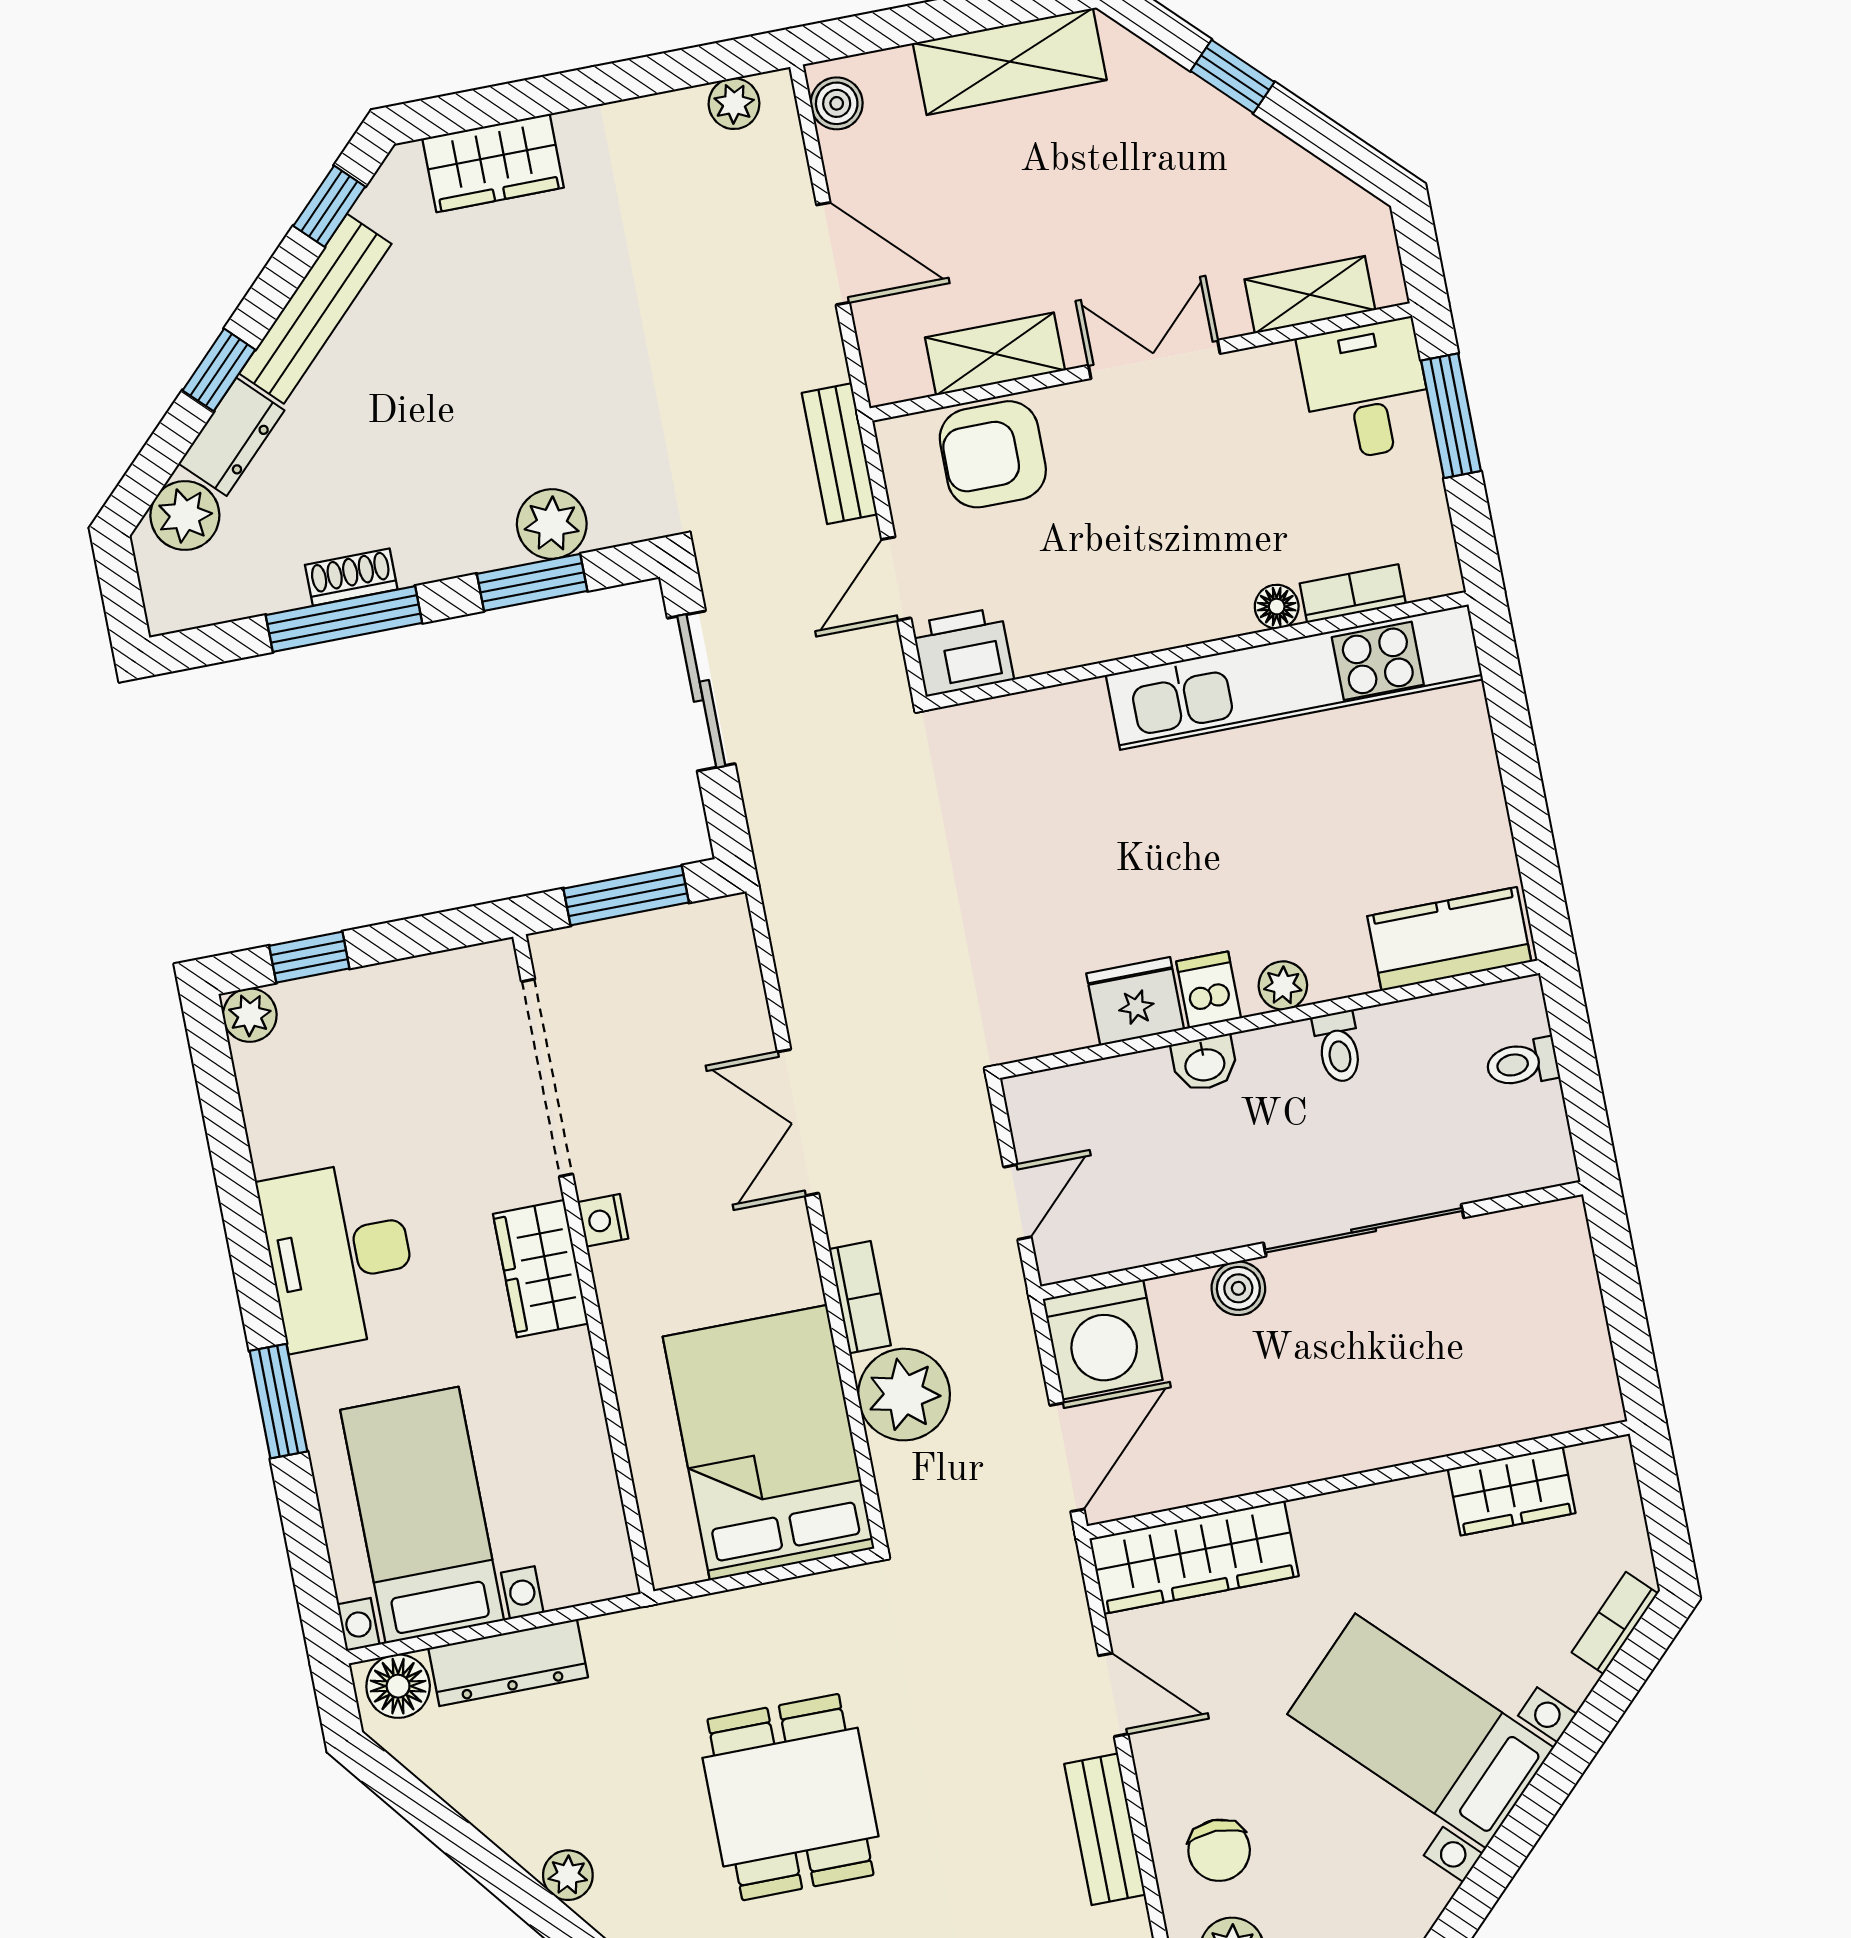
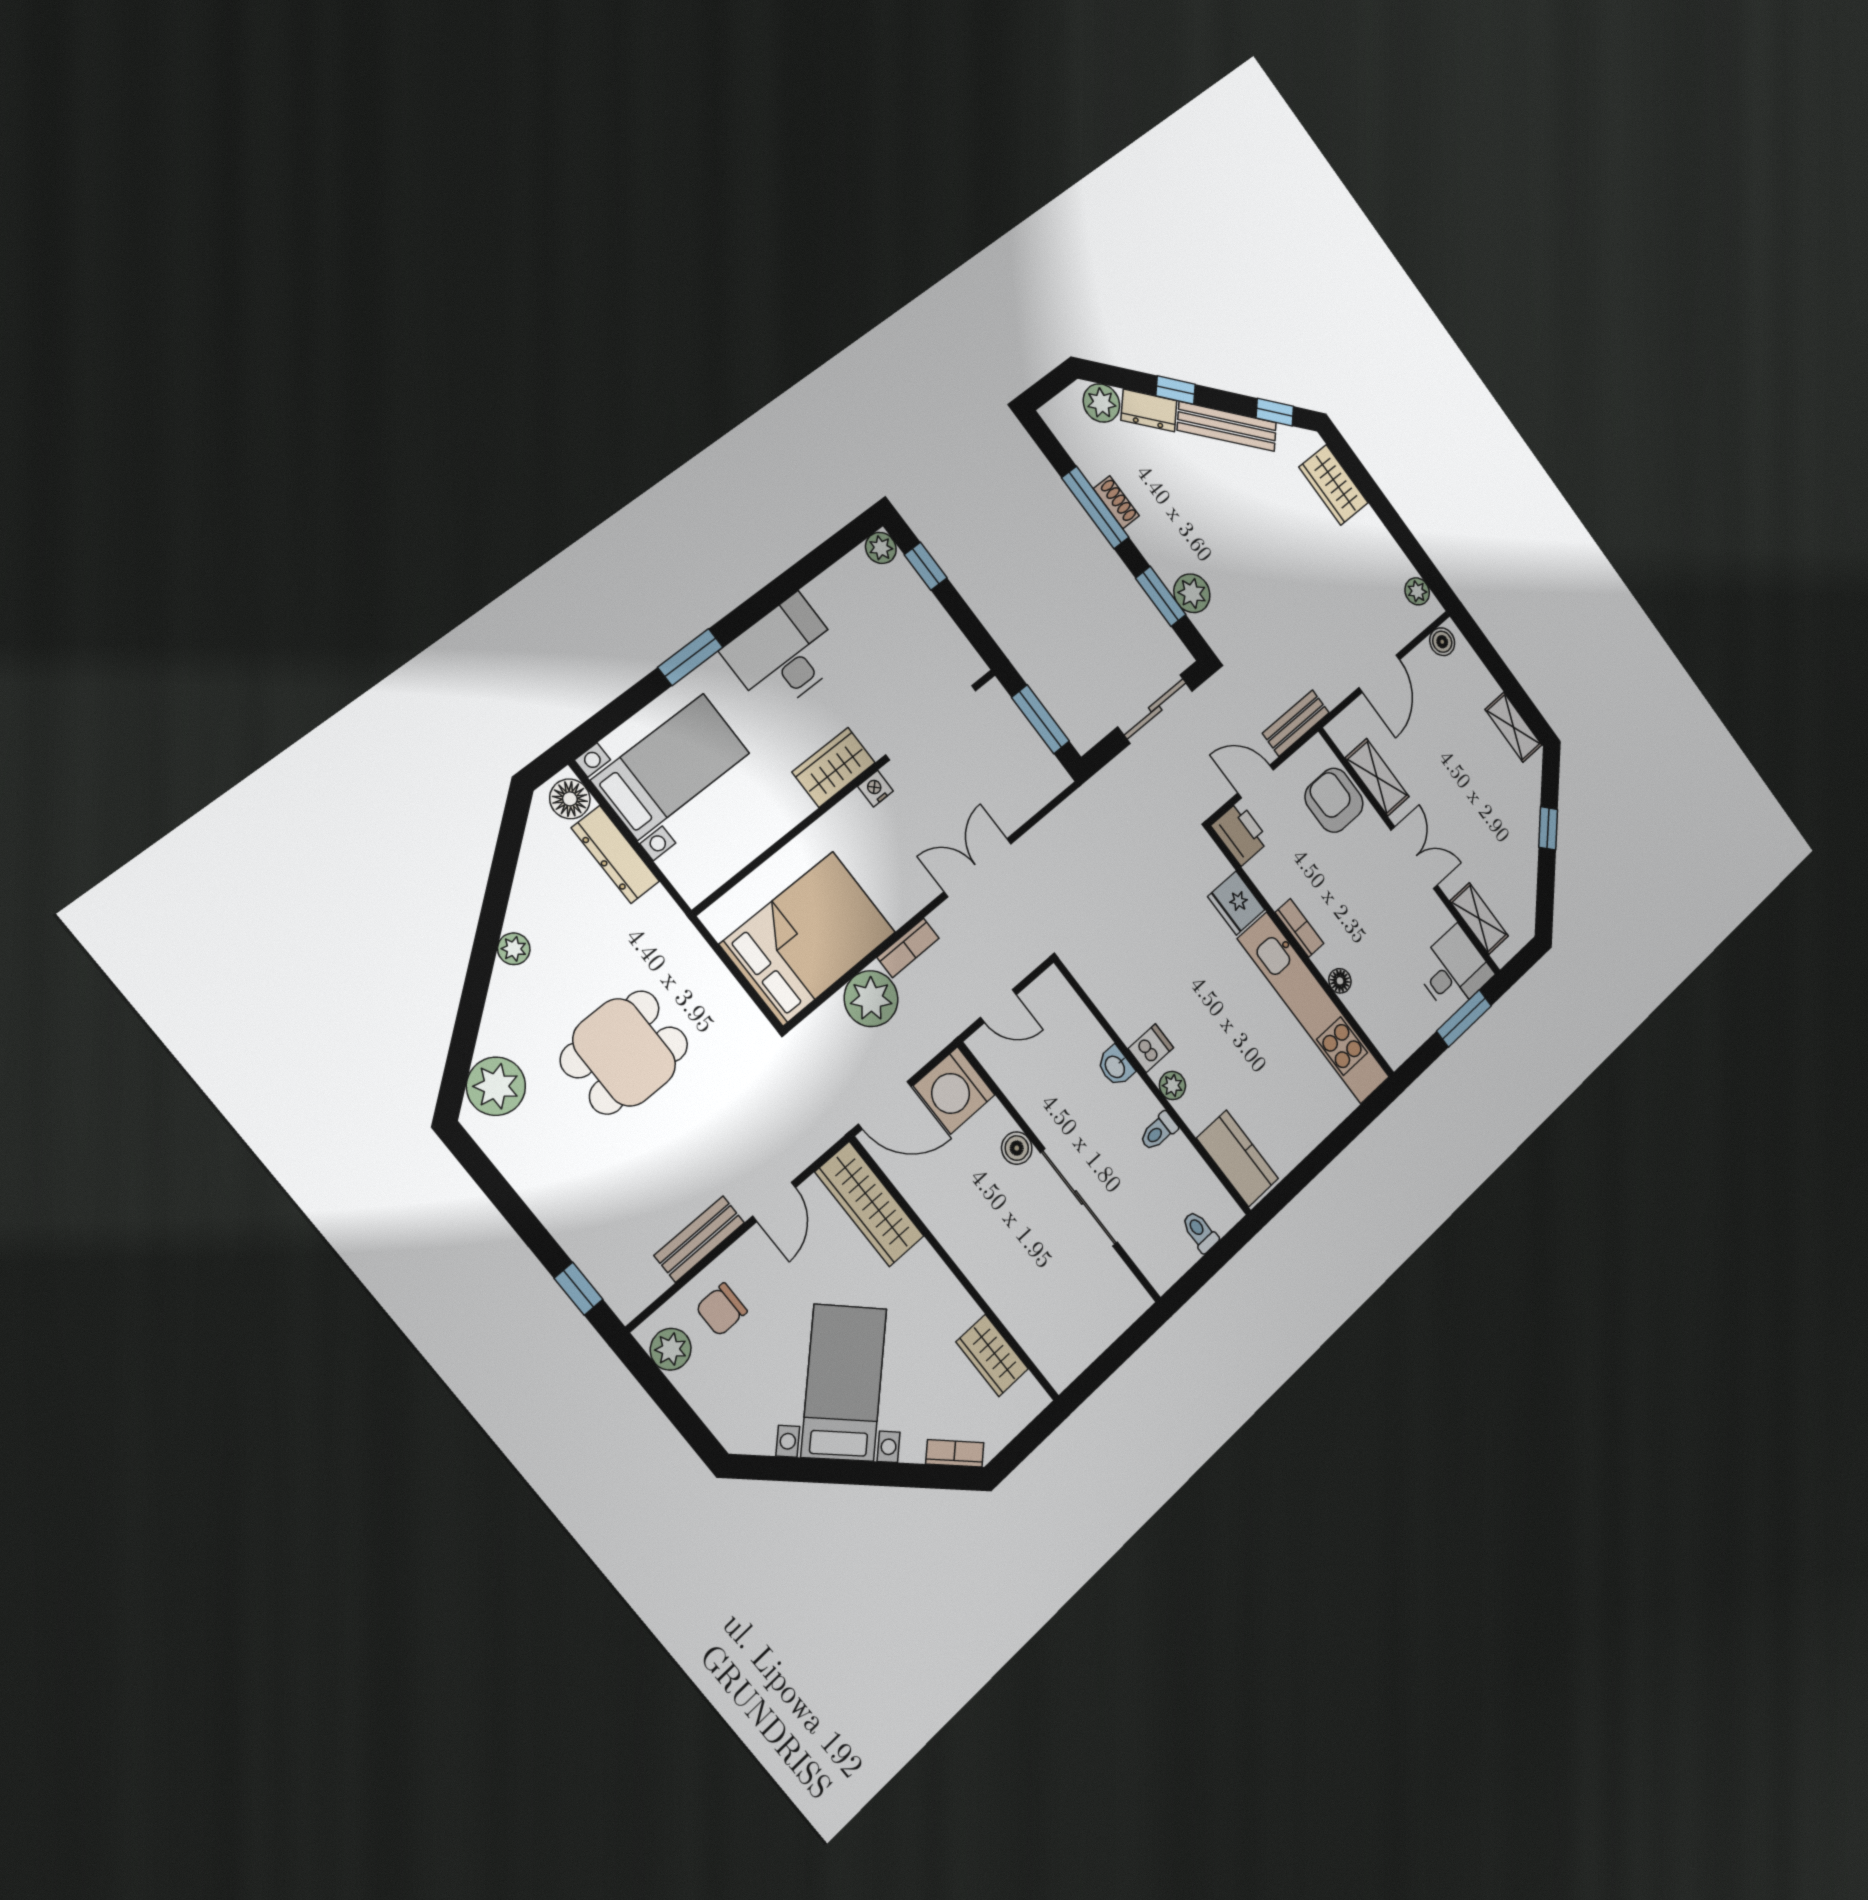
shelving: (1010, 62) -> (1513, 727), width x0.67, depth x0.75
bookcase: (1353, 594) -> (1299, 928), moved
fridge: (1135, 1001) -> (1236, 903), moved, turned 180

